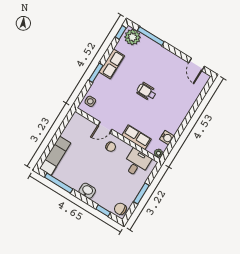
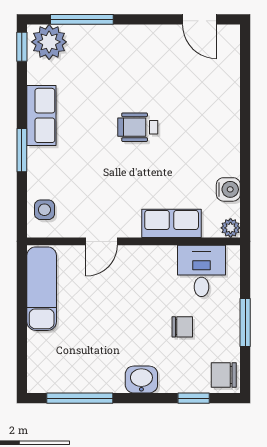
chair: (111, 147) -> (182, 327), moved
exam couch: (55, 156) -> (42, 289), moved

